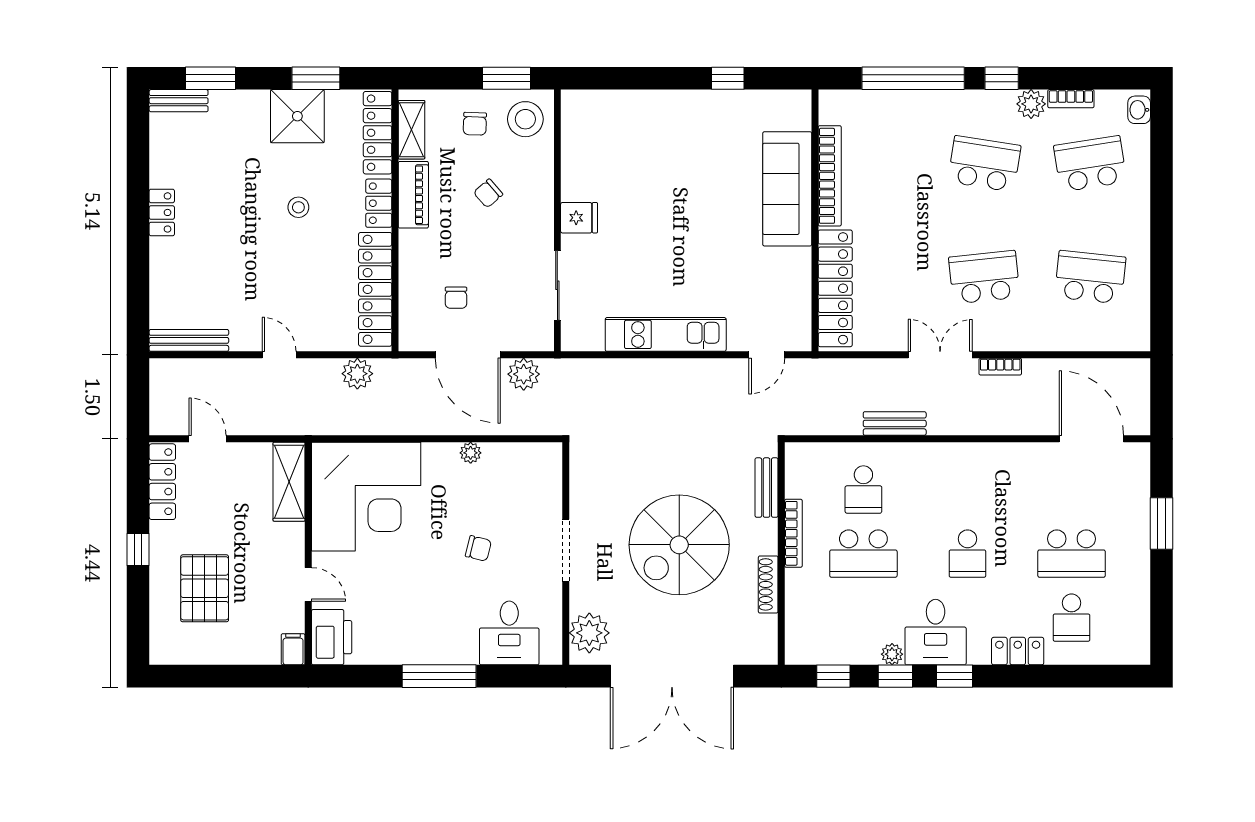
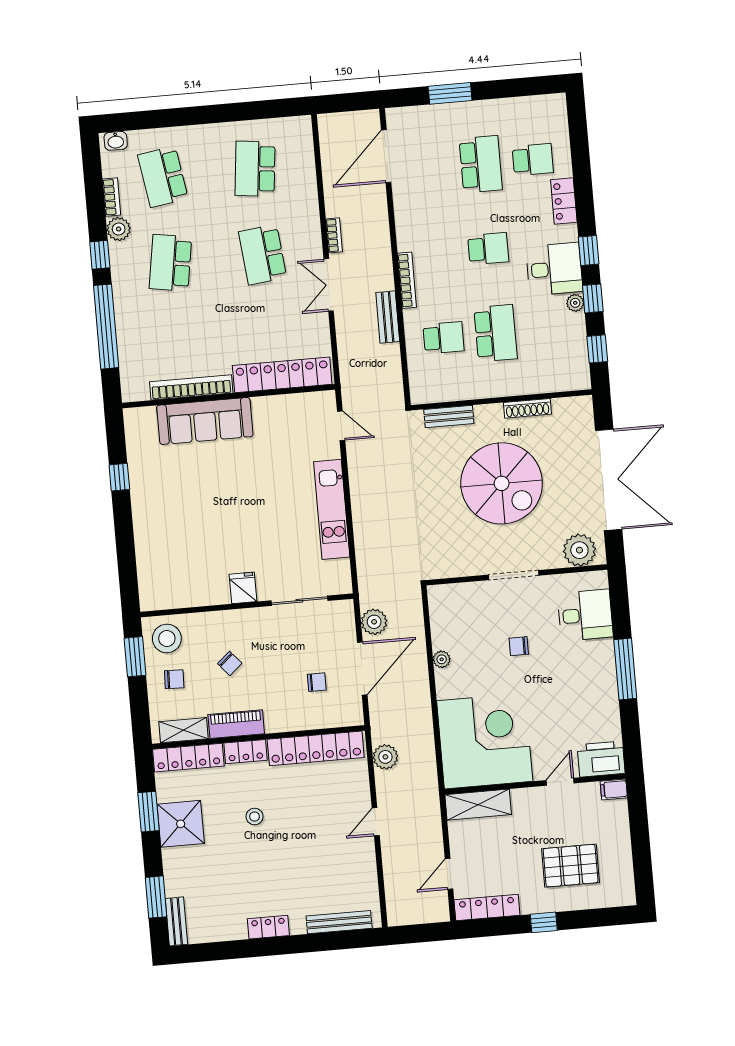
bench: (189, 340) -> (339, 922), moved, turned 90
bookcase: (793, 533) -> (407, 280), moved, turned 90
chair: (478, 548) -> (519, 646), turned -104

